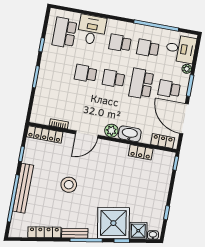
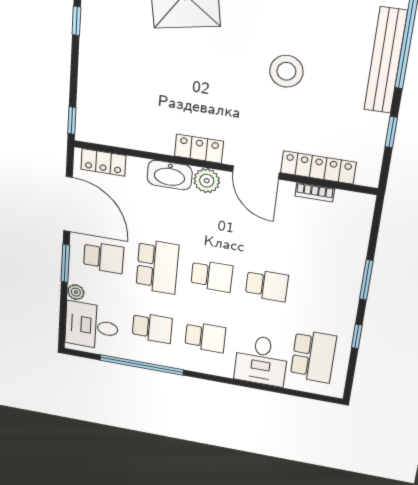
locker: (45, 134) -> (318, 168), moved
door: (87, 135) -> (256, 172), swing flipped
locker: (141, 152) -> (199, 149), moved

